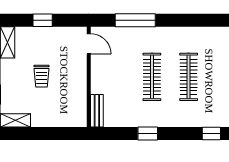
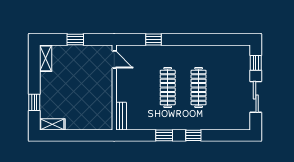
window: (135, 20) -> (154, 40), width x0.46
trolley: (42, 76) -> (74, 87), removed
window: (211, 134) -> (193, 135), moved

